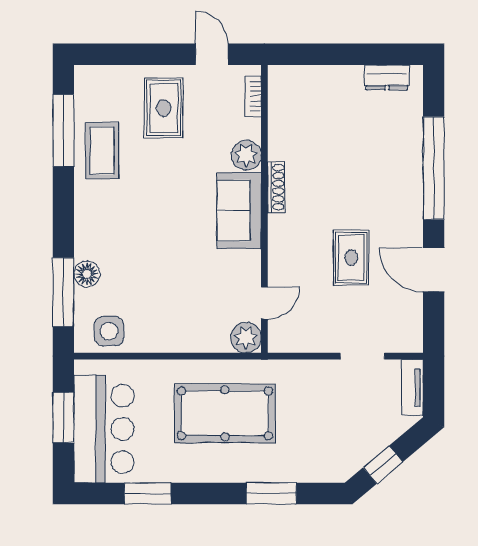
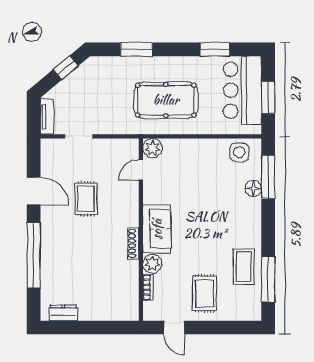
bookcase: (253, 96) -> (148, 287), moved

